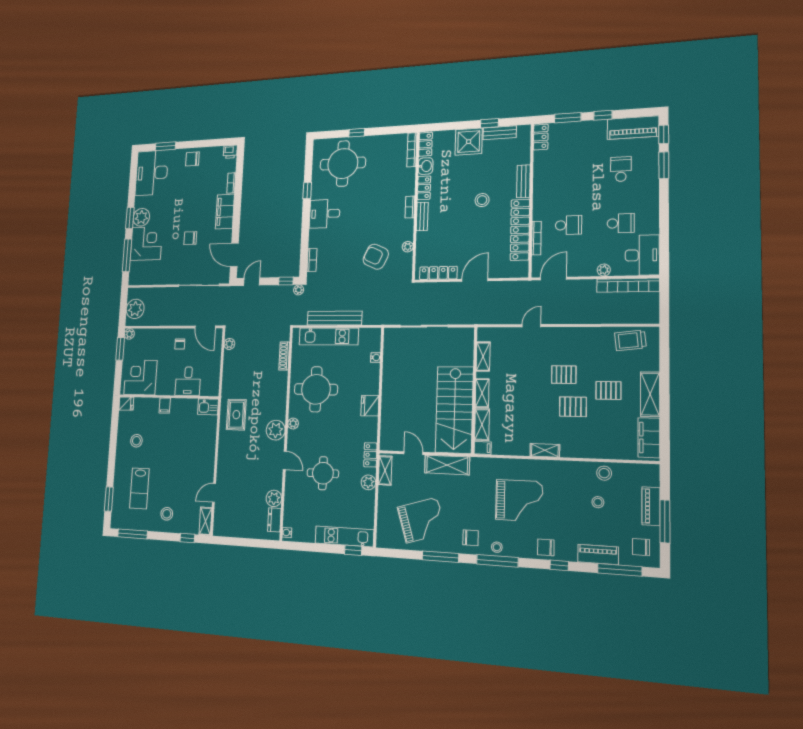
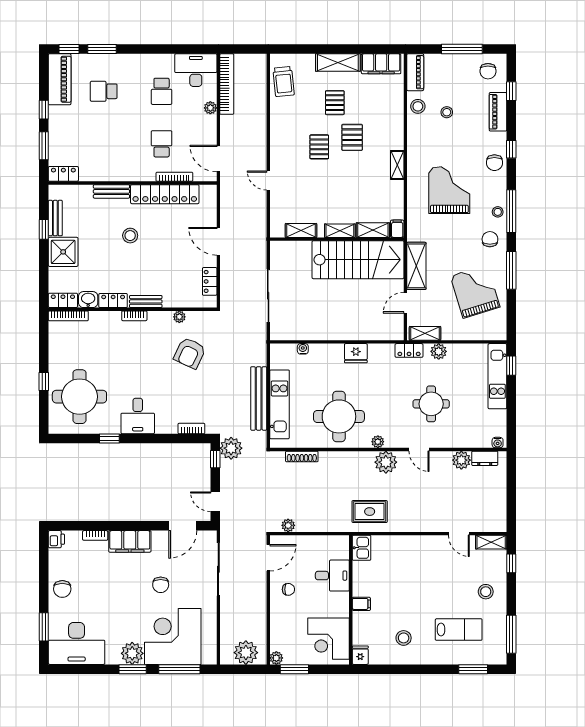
school desk: (621, 223) -> (162, 91), turned 180
corner desk: (146, 243) -> (173, 636), width x1.36, depth x1.36
locker: (438, 273) -> (210, 281), width x0.66
plant: (299, 290) -> (231, 448), width x1.88, depth x1.88
door: (285, 460) -> (419, 449), swing flipped
piano: (651, 506) -> (415, 72), moved, turned -90
window: (620, 570) -> (511, 91), width x0.46

